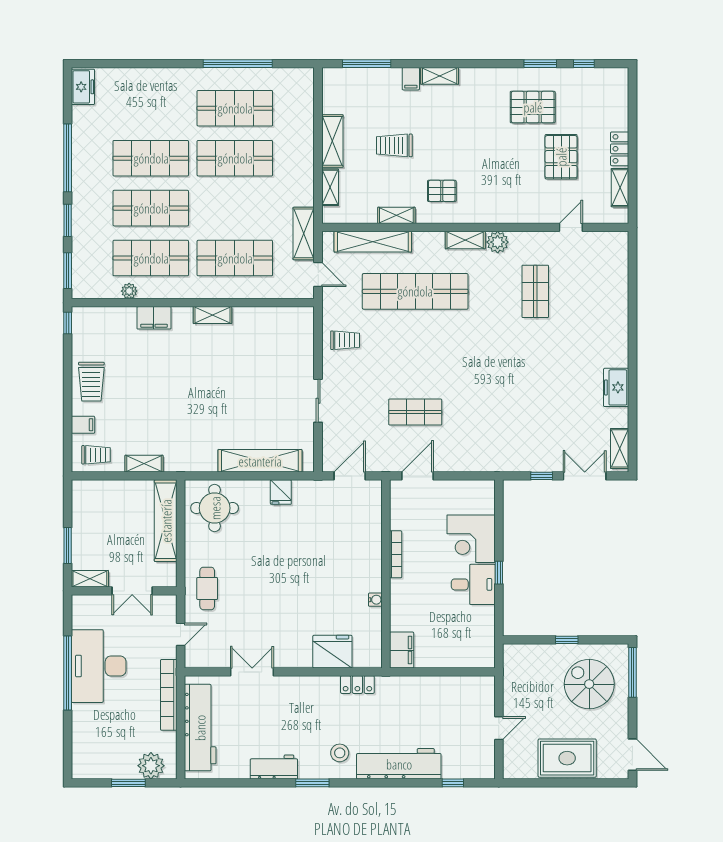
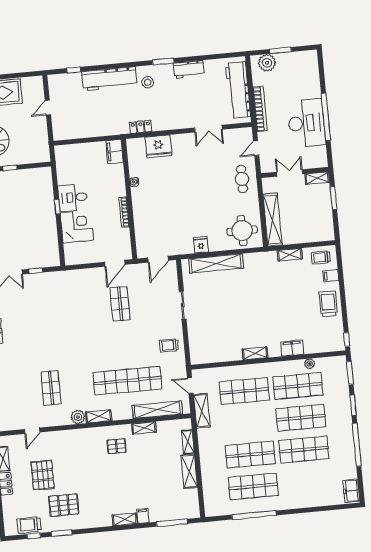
trolley: (394, 145) -> (29, 525), moved, turned 180
shop shelf: (415, 412) -> (120, 304), turned 90

